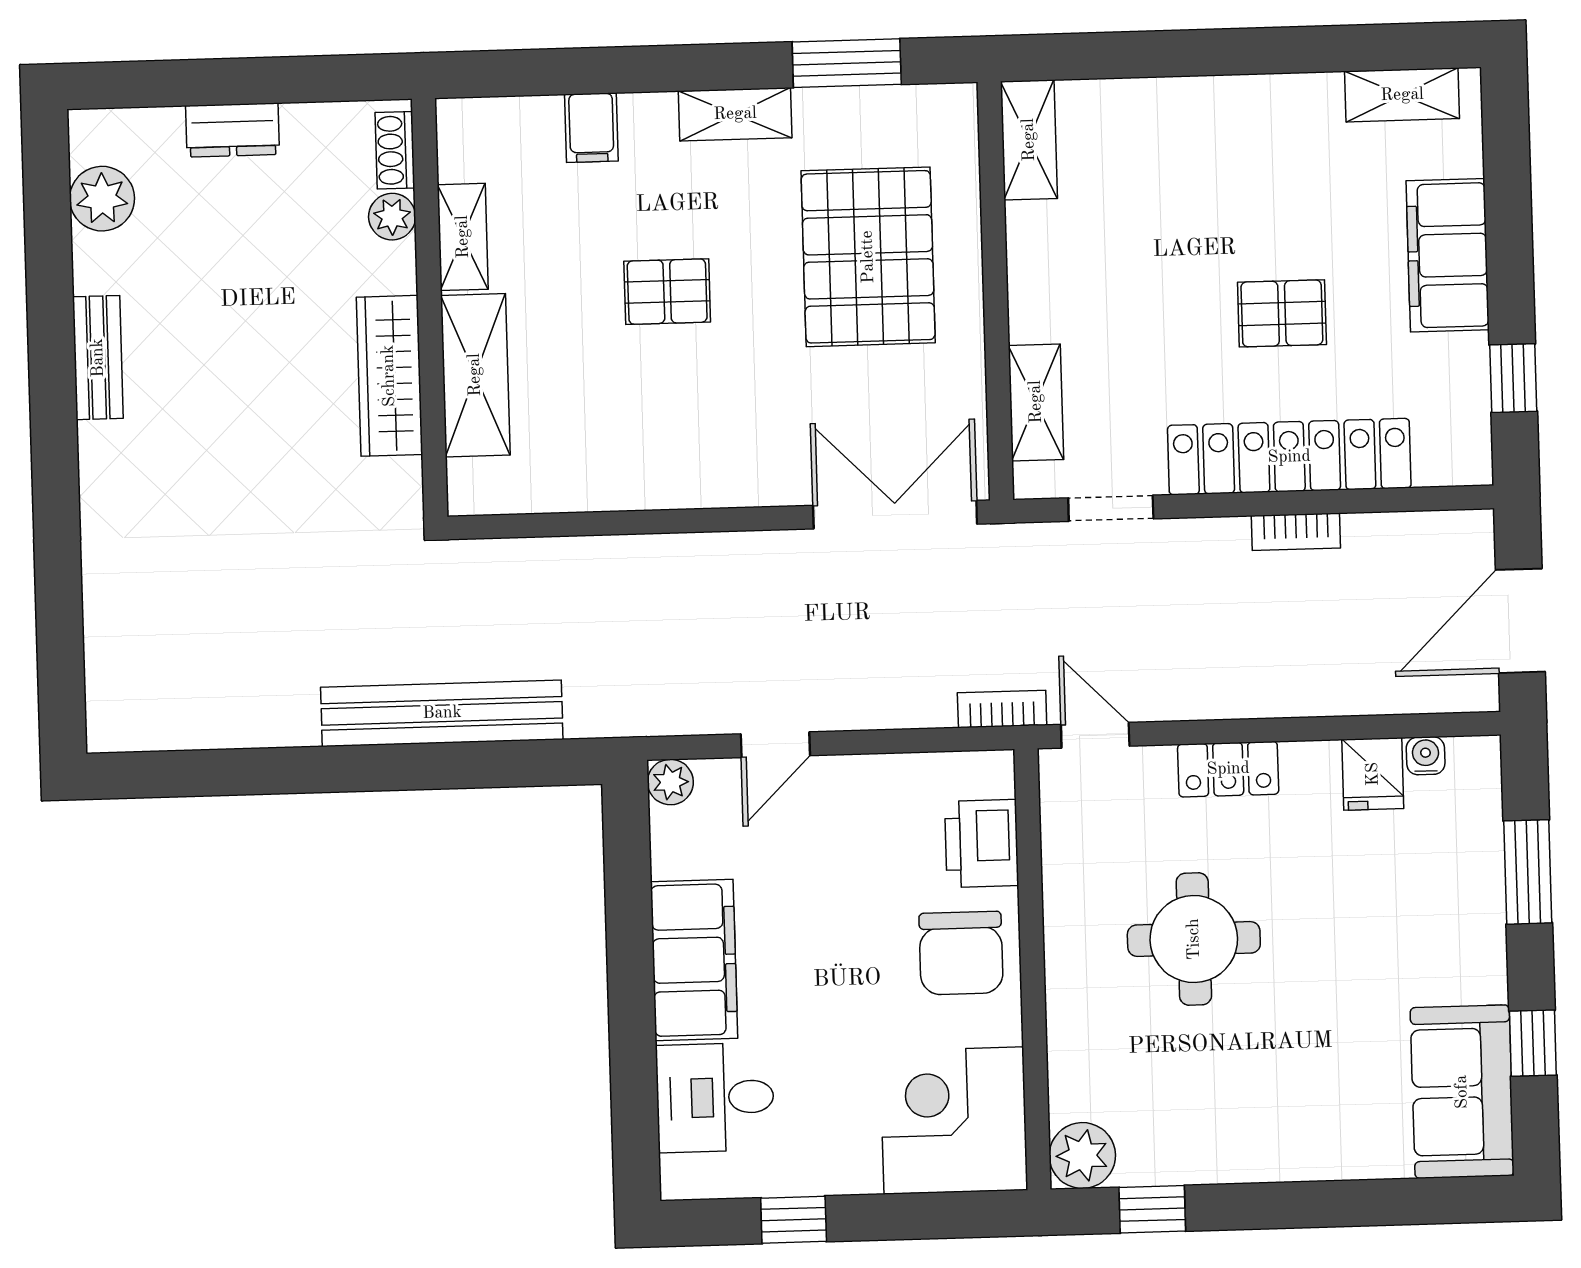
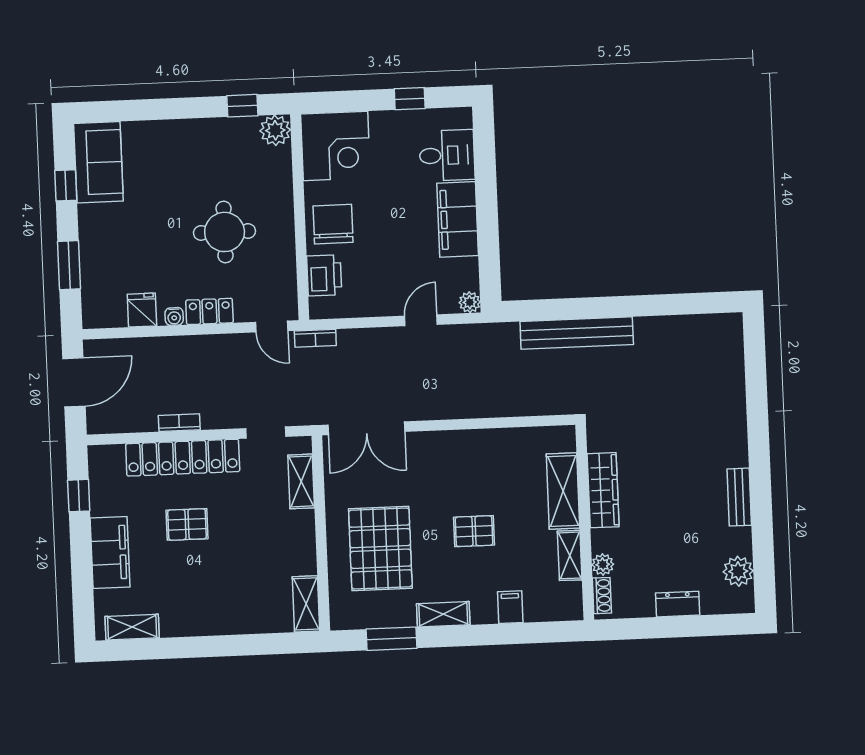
water cooler: (1426, 756) -> (174, 316), moved

